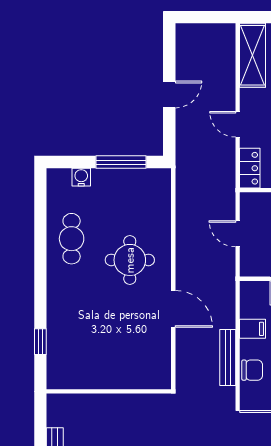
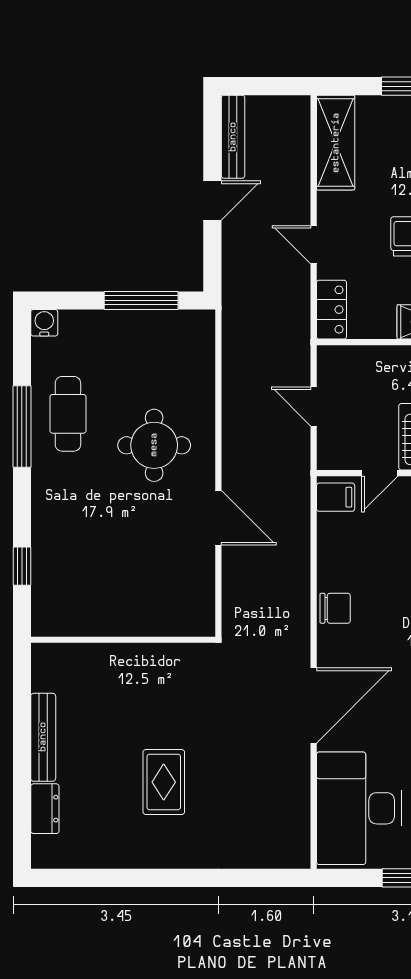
water cooler: (81, 177) -> (44, 323), moved
window: (40, 247) -> (22, 427), added
filing cabinet: (252, 329) -> (336, 497), moved
bench: (228, 357) -> (233, 137), moved

